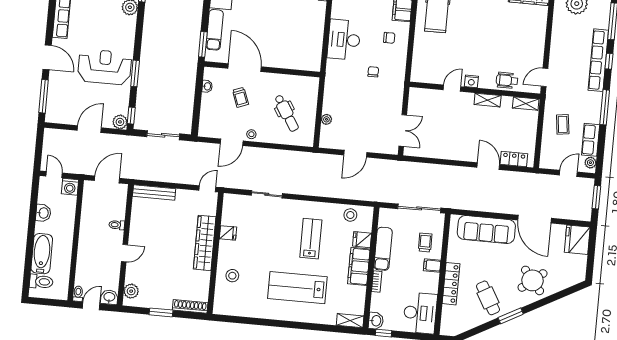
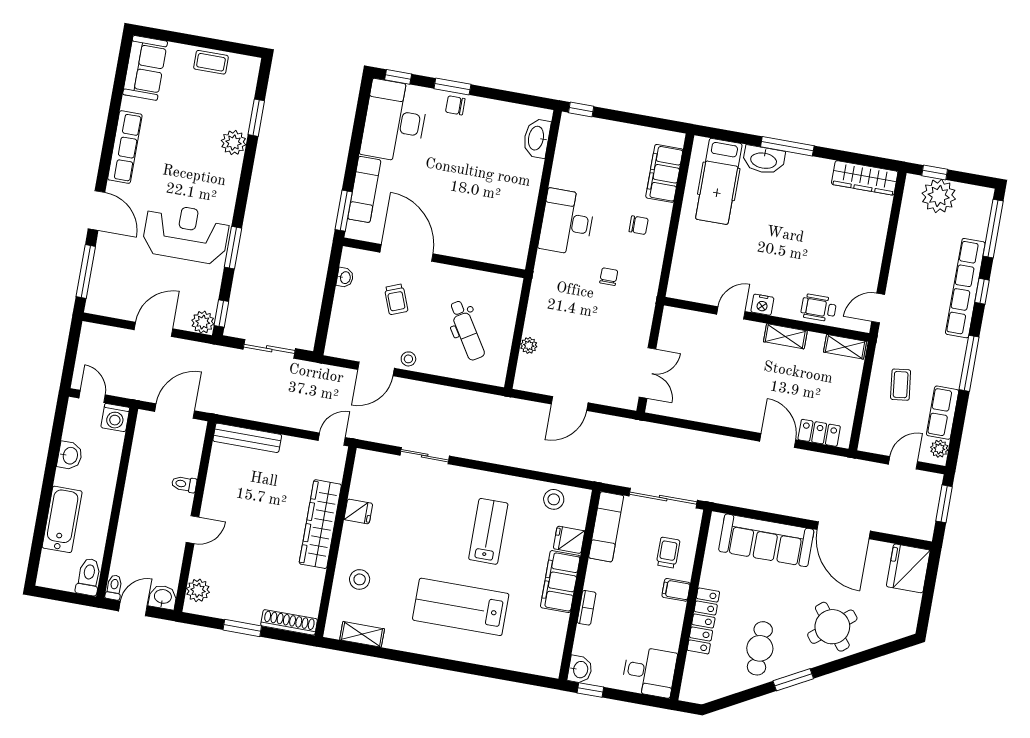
exam couch: (383, 249) -> (606, 527), moved
toilet: (41, 282) -> (88, 577), moved, turned -90
cafe table: (488, 298) -> (760, 648), turned 30
desk: (420, 313) -> (649, 672), width x0.73
shelving: (350, 321) -> (362, 634), moved

